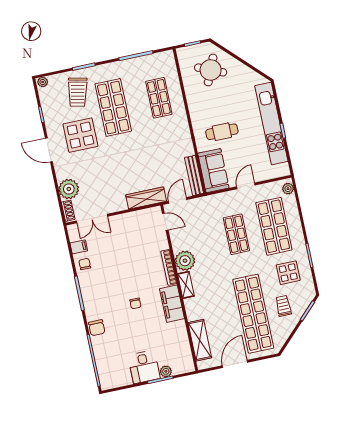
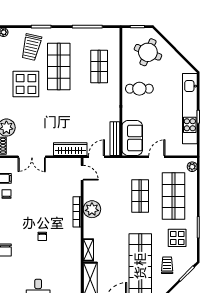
cafe table: (222, 132) -> (139, 89), moved
double door: (92, 219) -> (32, 157), moved
shelving: (186, 285) -> (88, 250), moved
filing cabinet: (172, 304) -> (73, 243), removed

